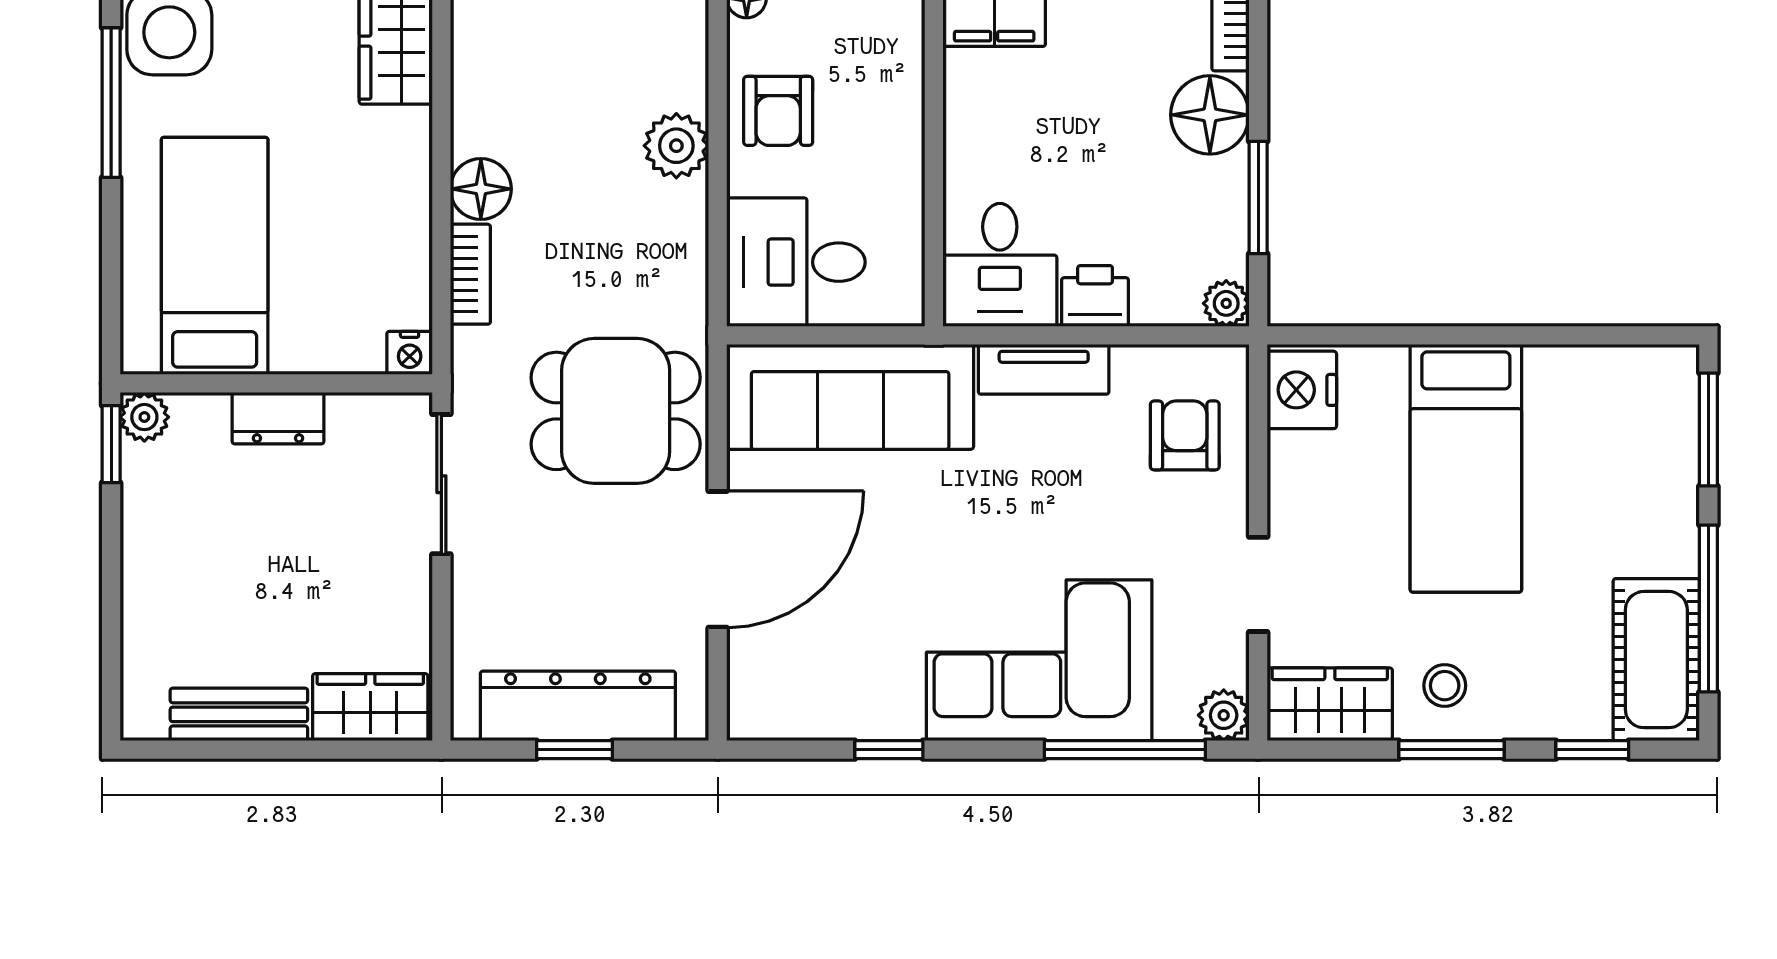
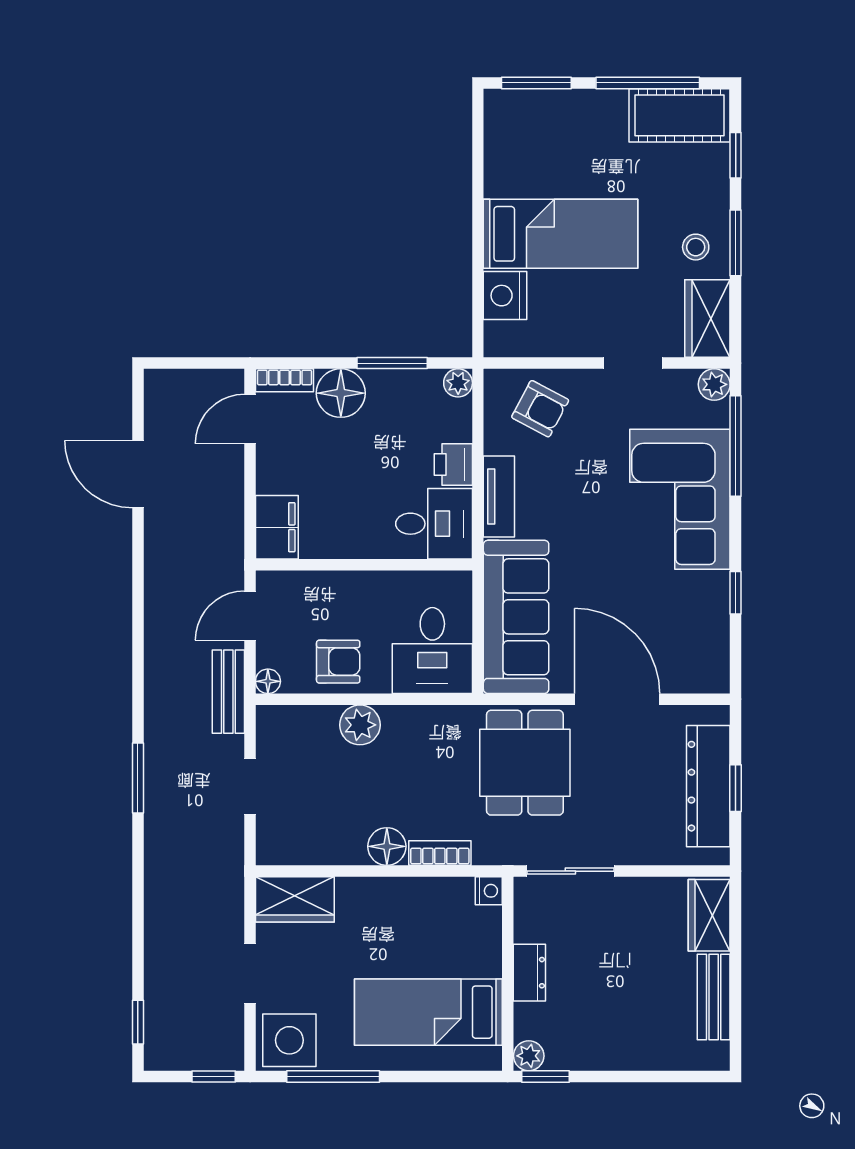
nightstand: (1302, 390) -> (505, 296), moved, turned 90
armchair: (1185, 435) -> (540, 409), turned -152

